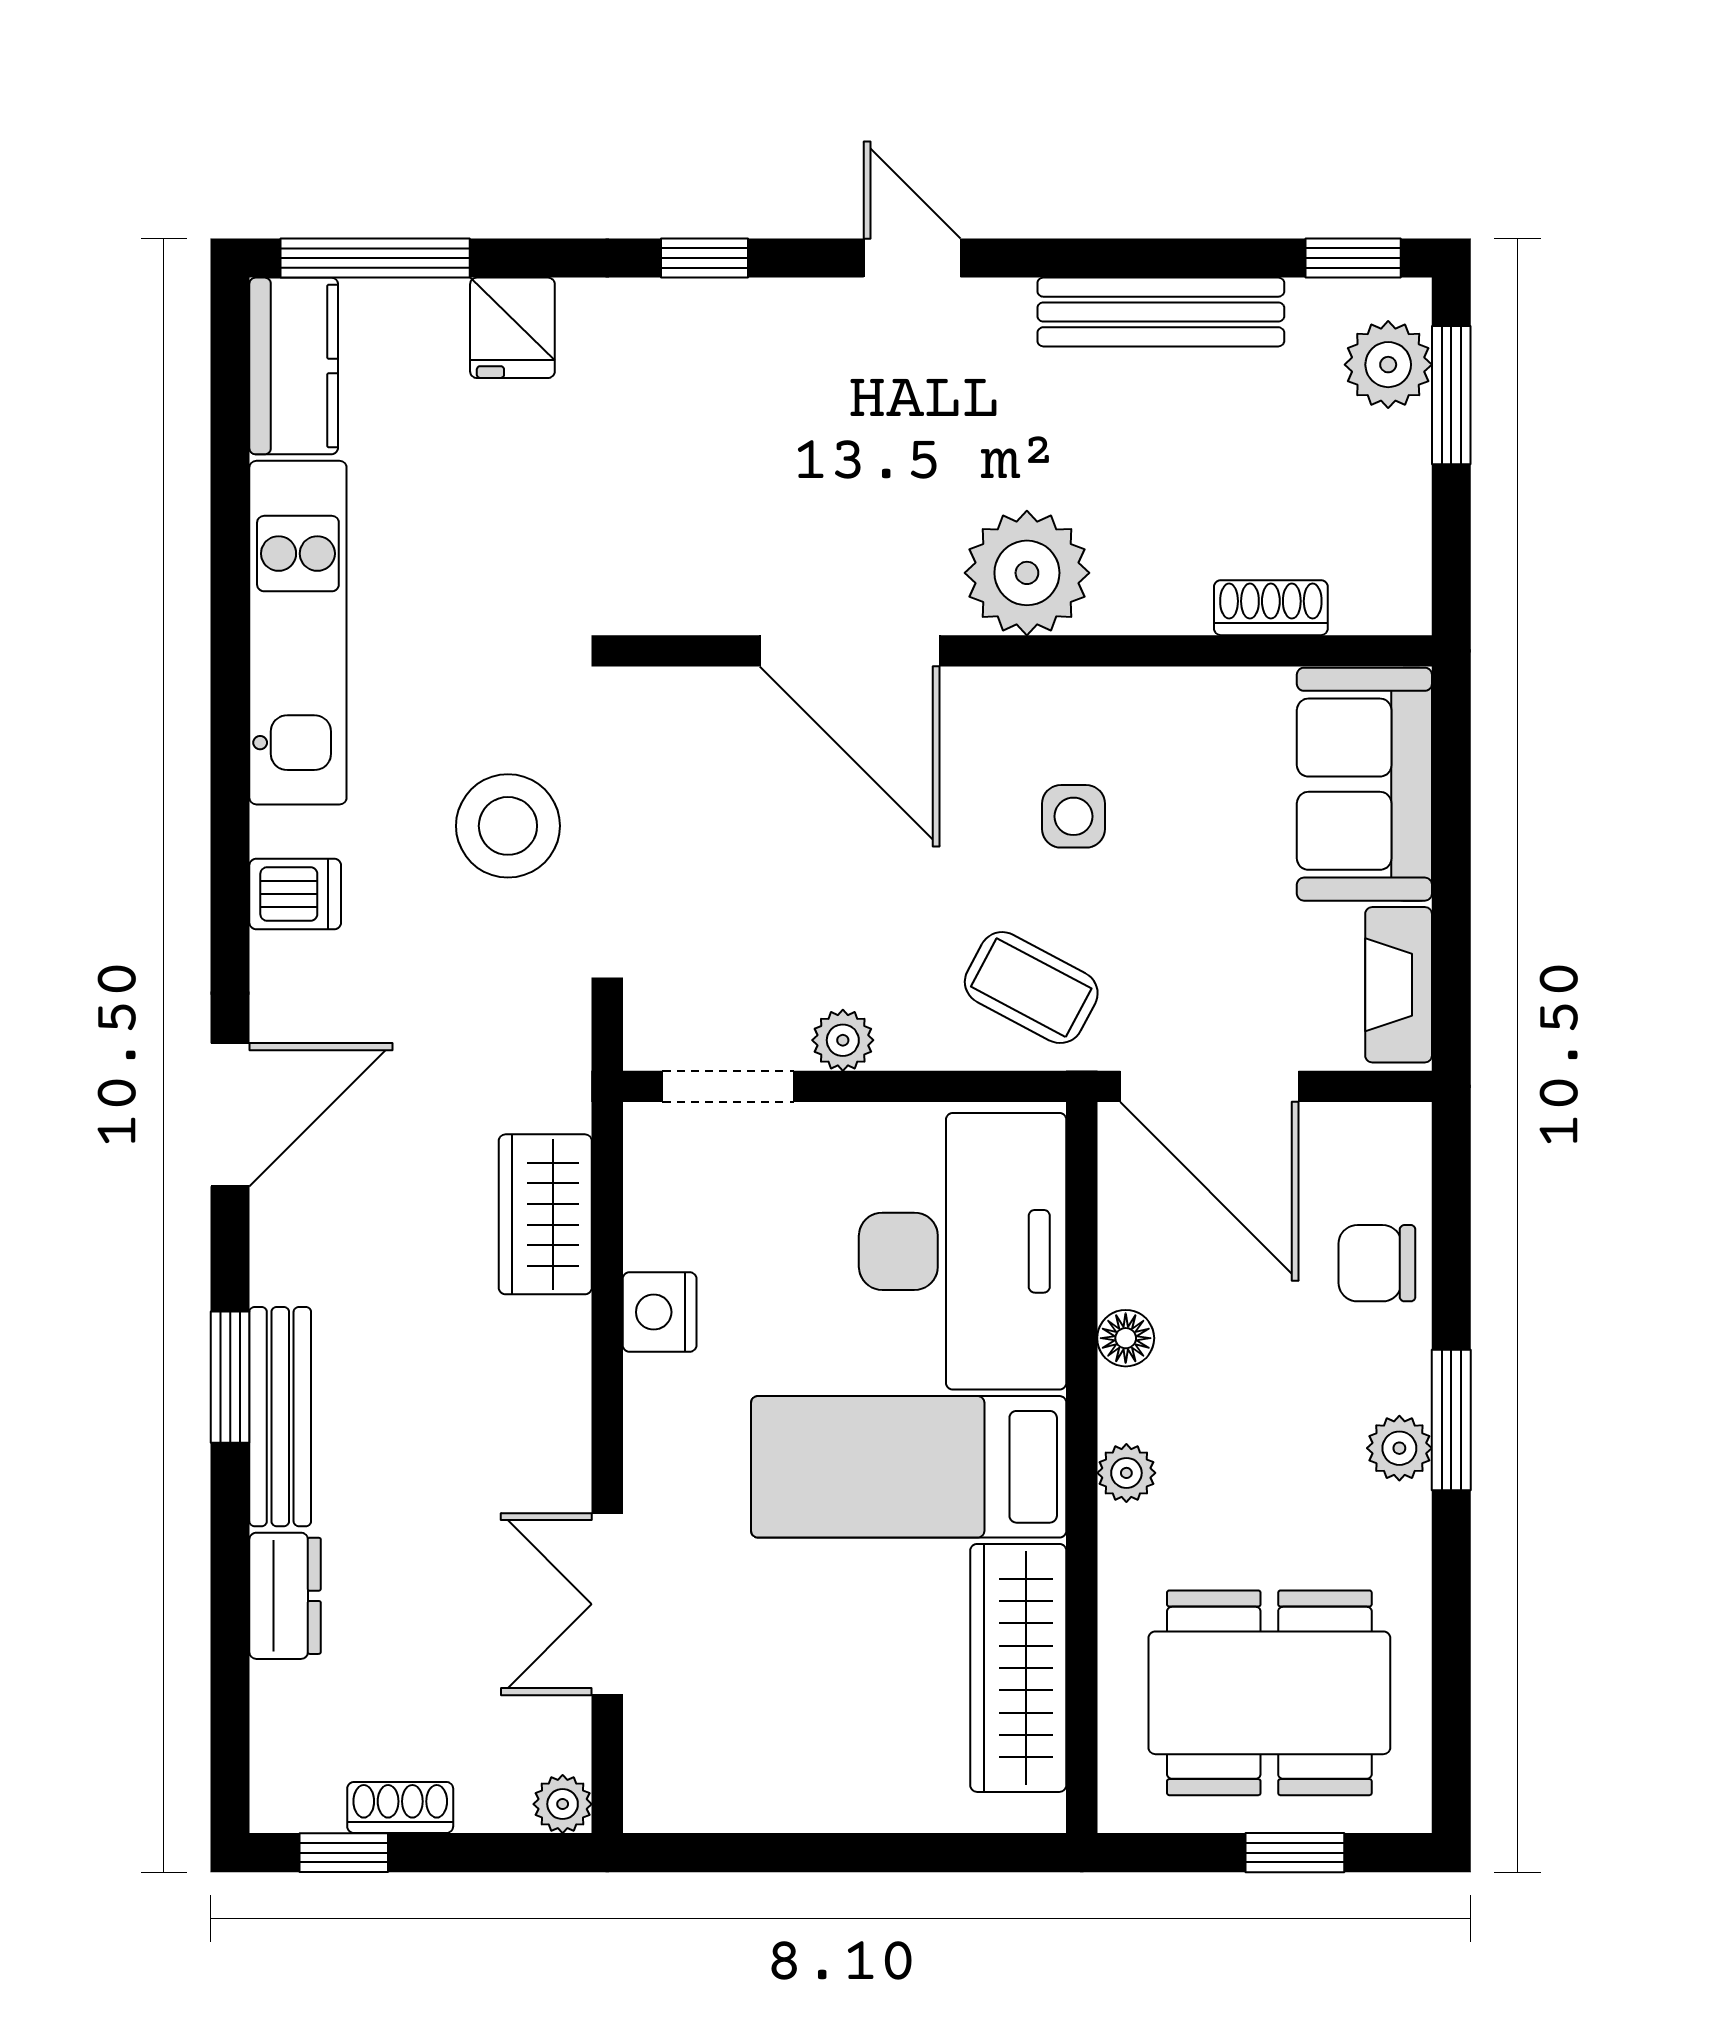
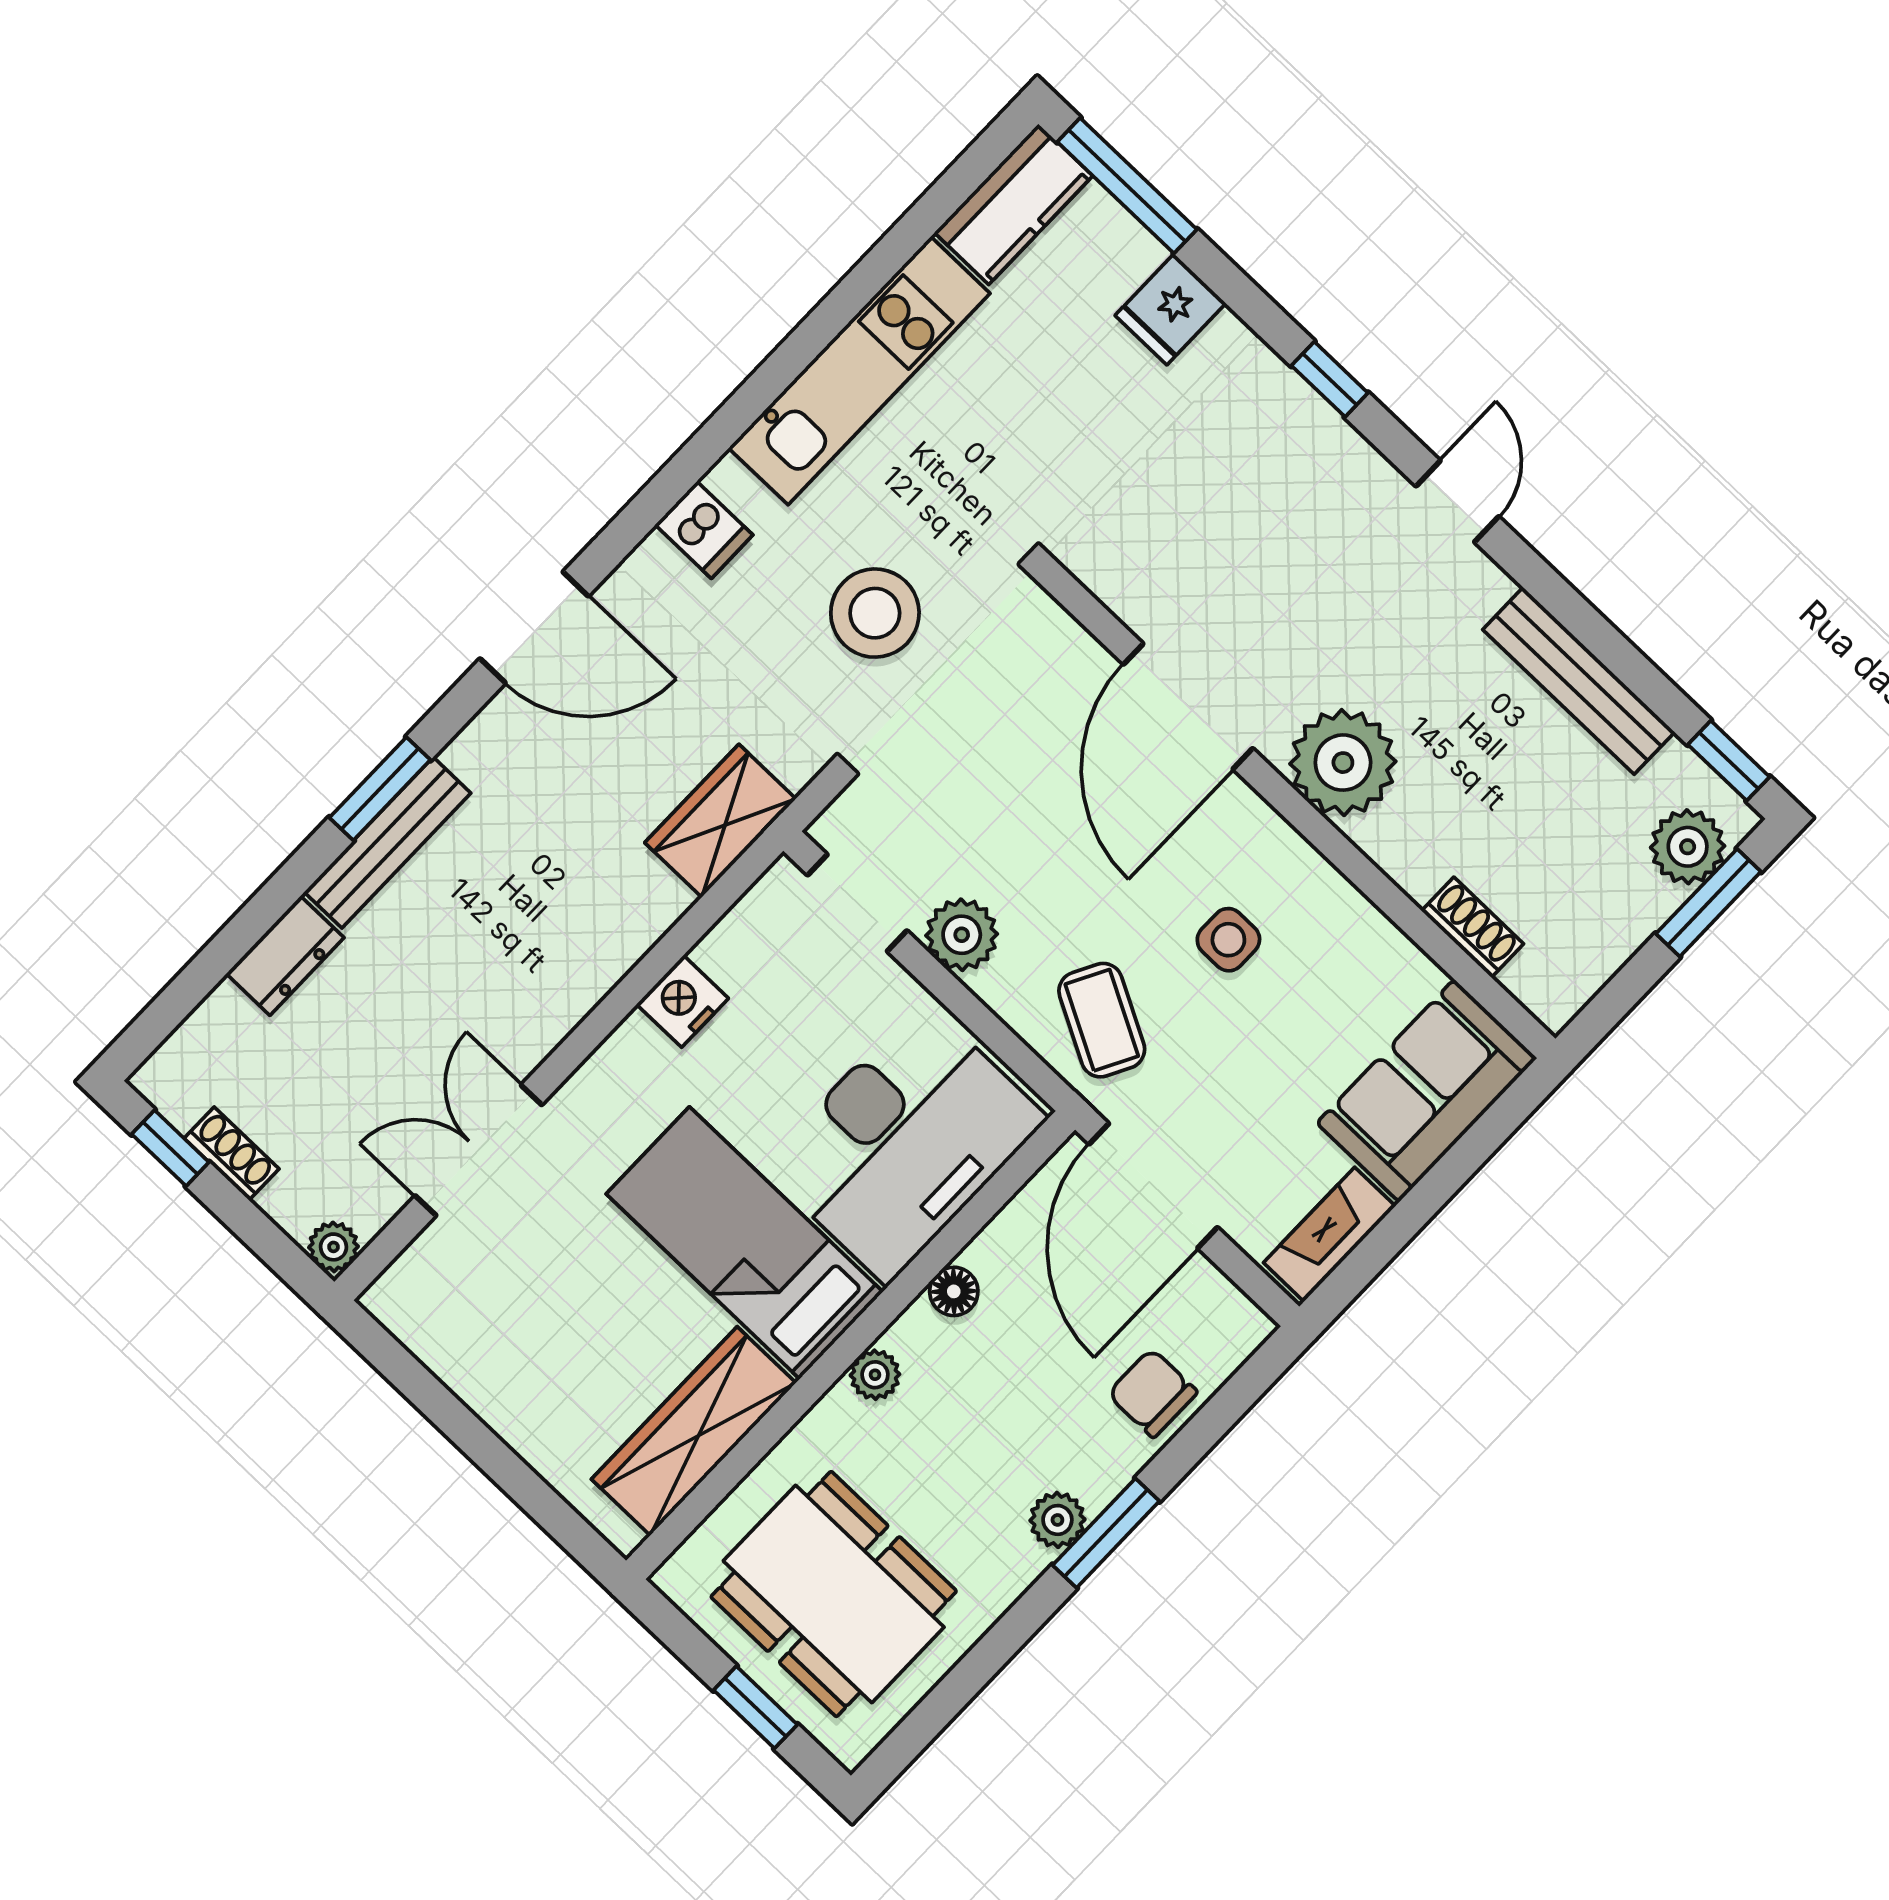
plant: (843, 1040) -> (962, 935), width x1.38, depth x1.38
wardrobe: (545, 1214) -> (720, 821), moved

